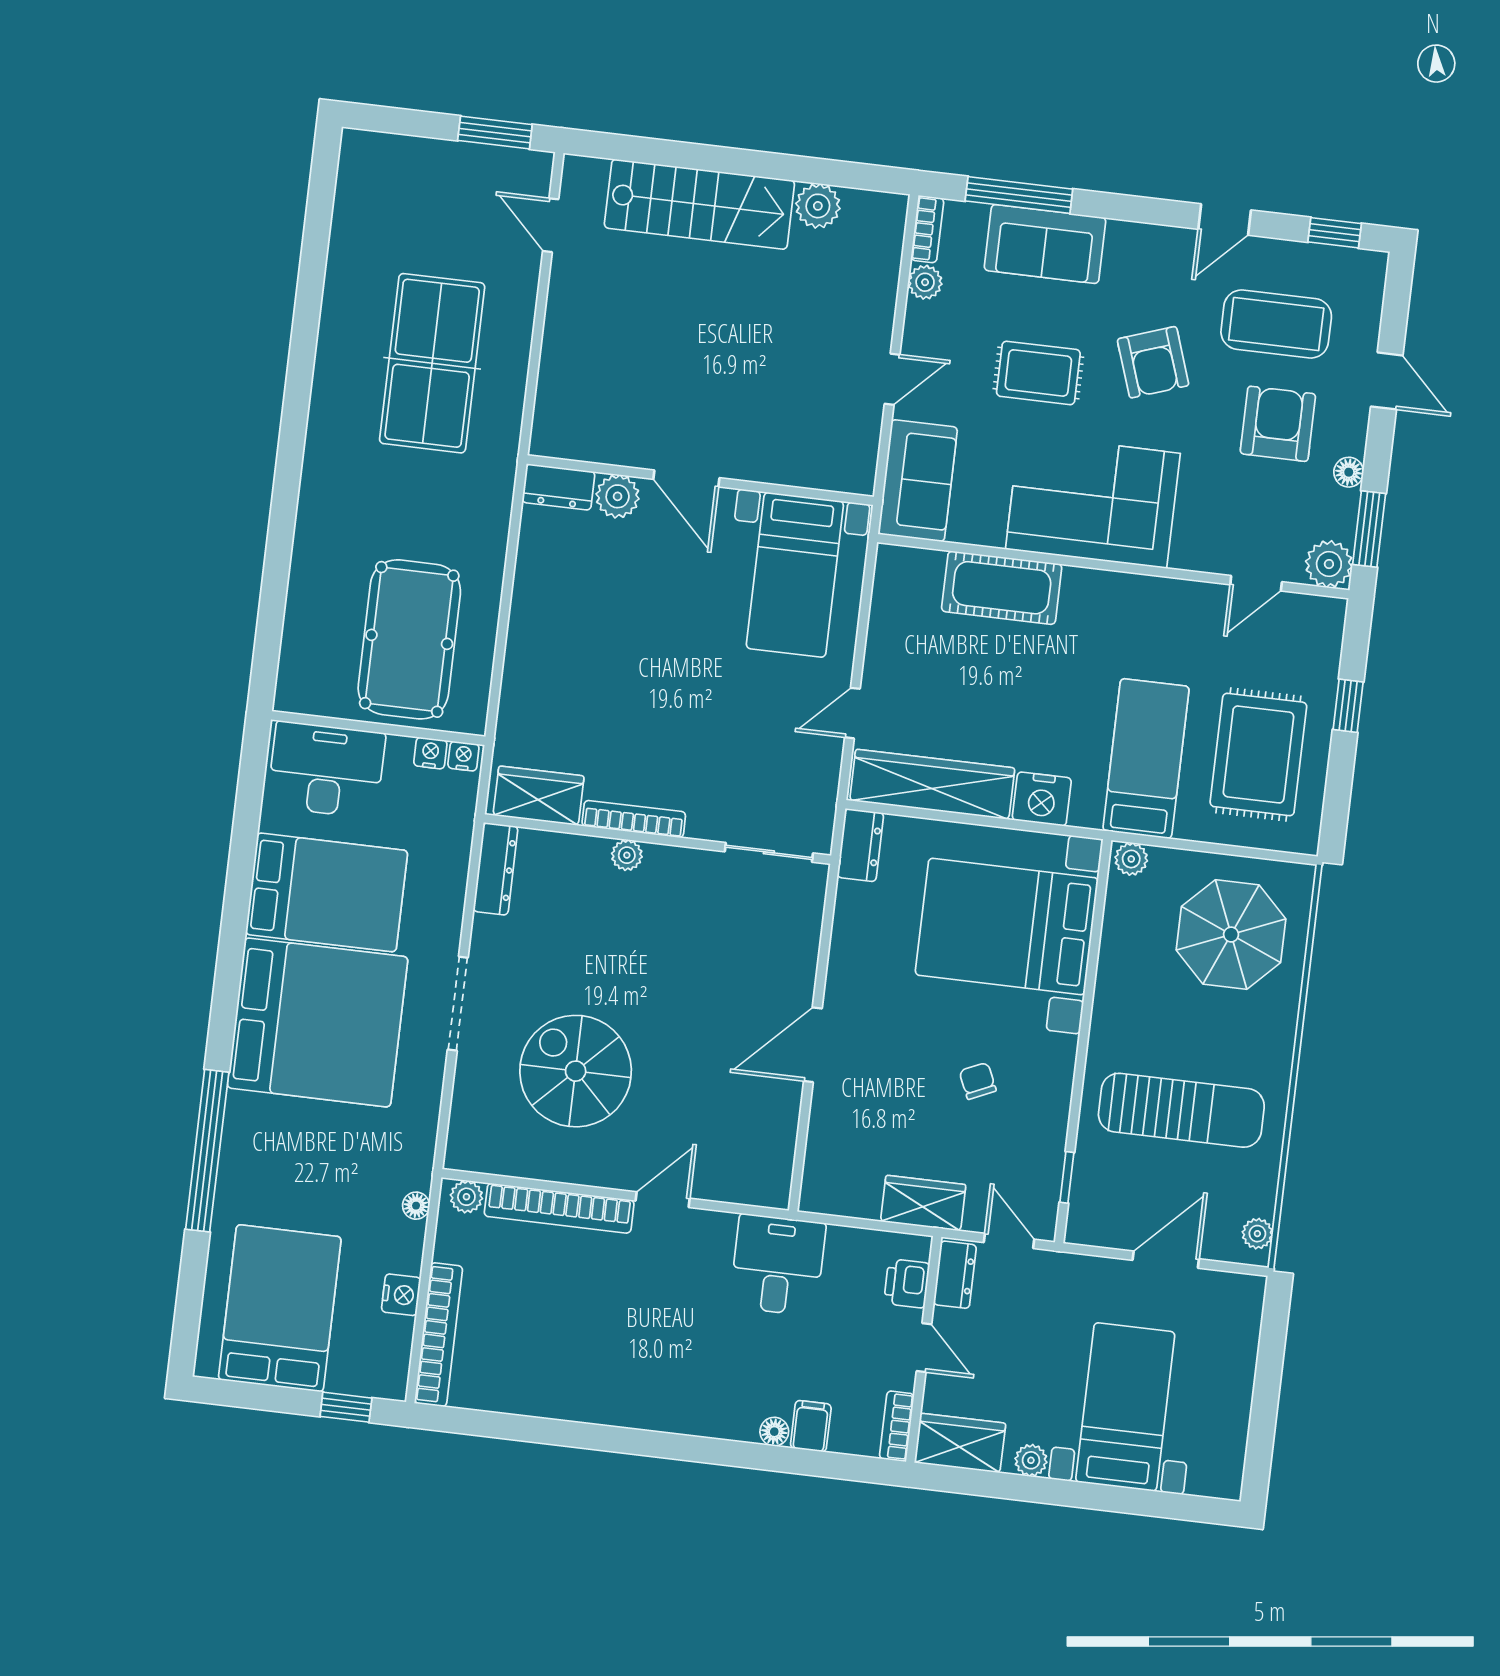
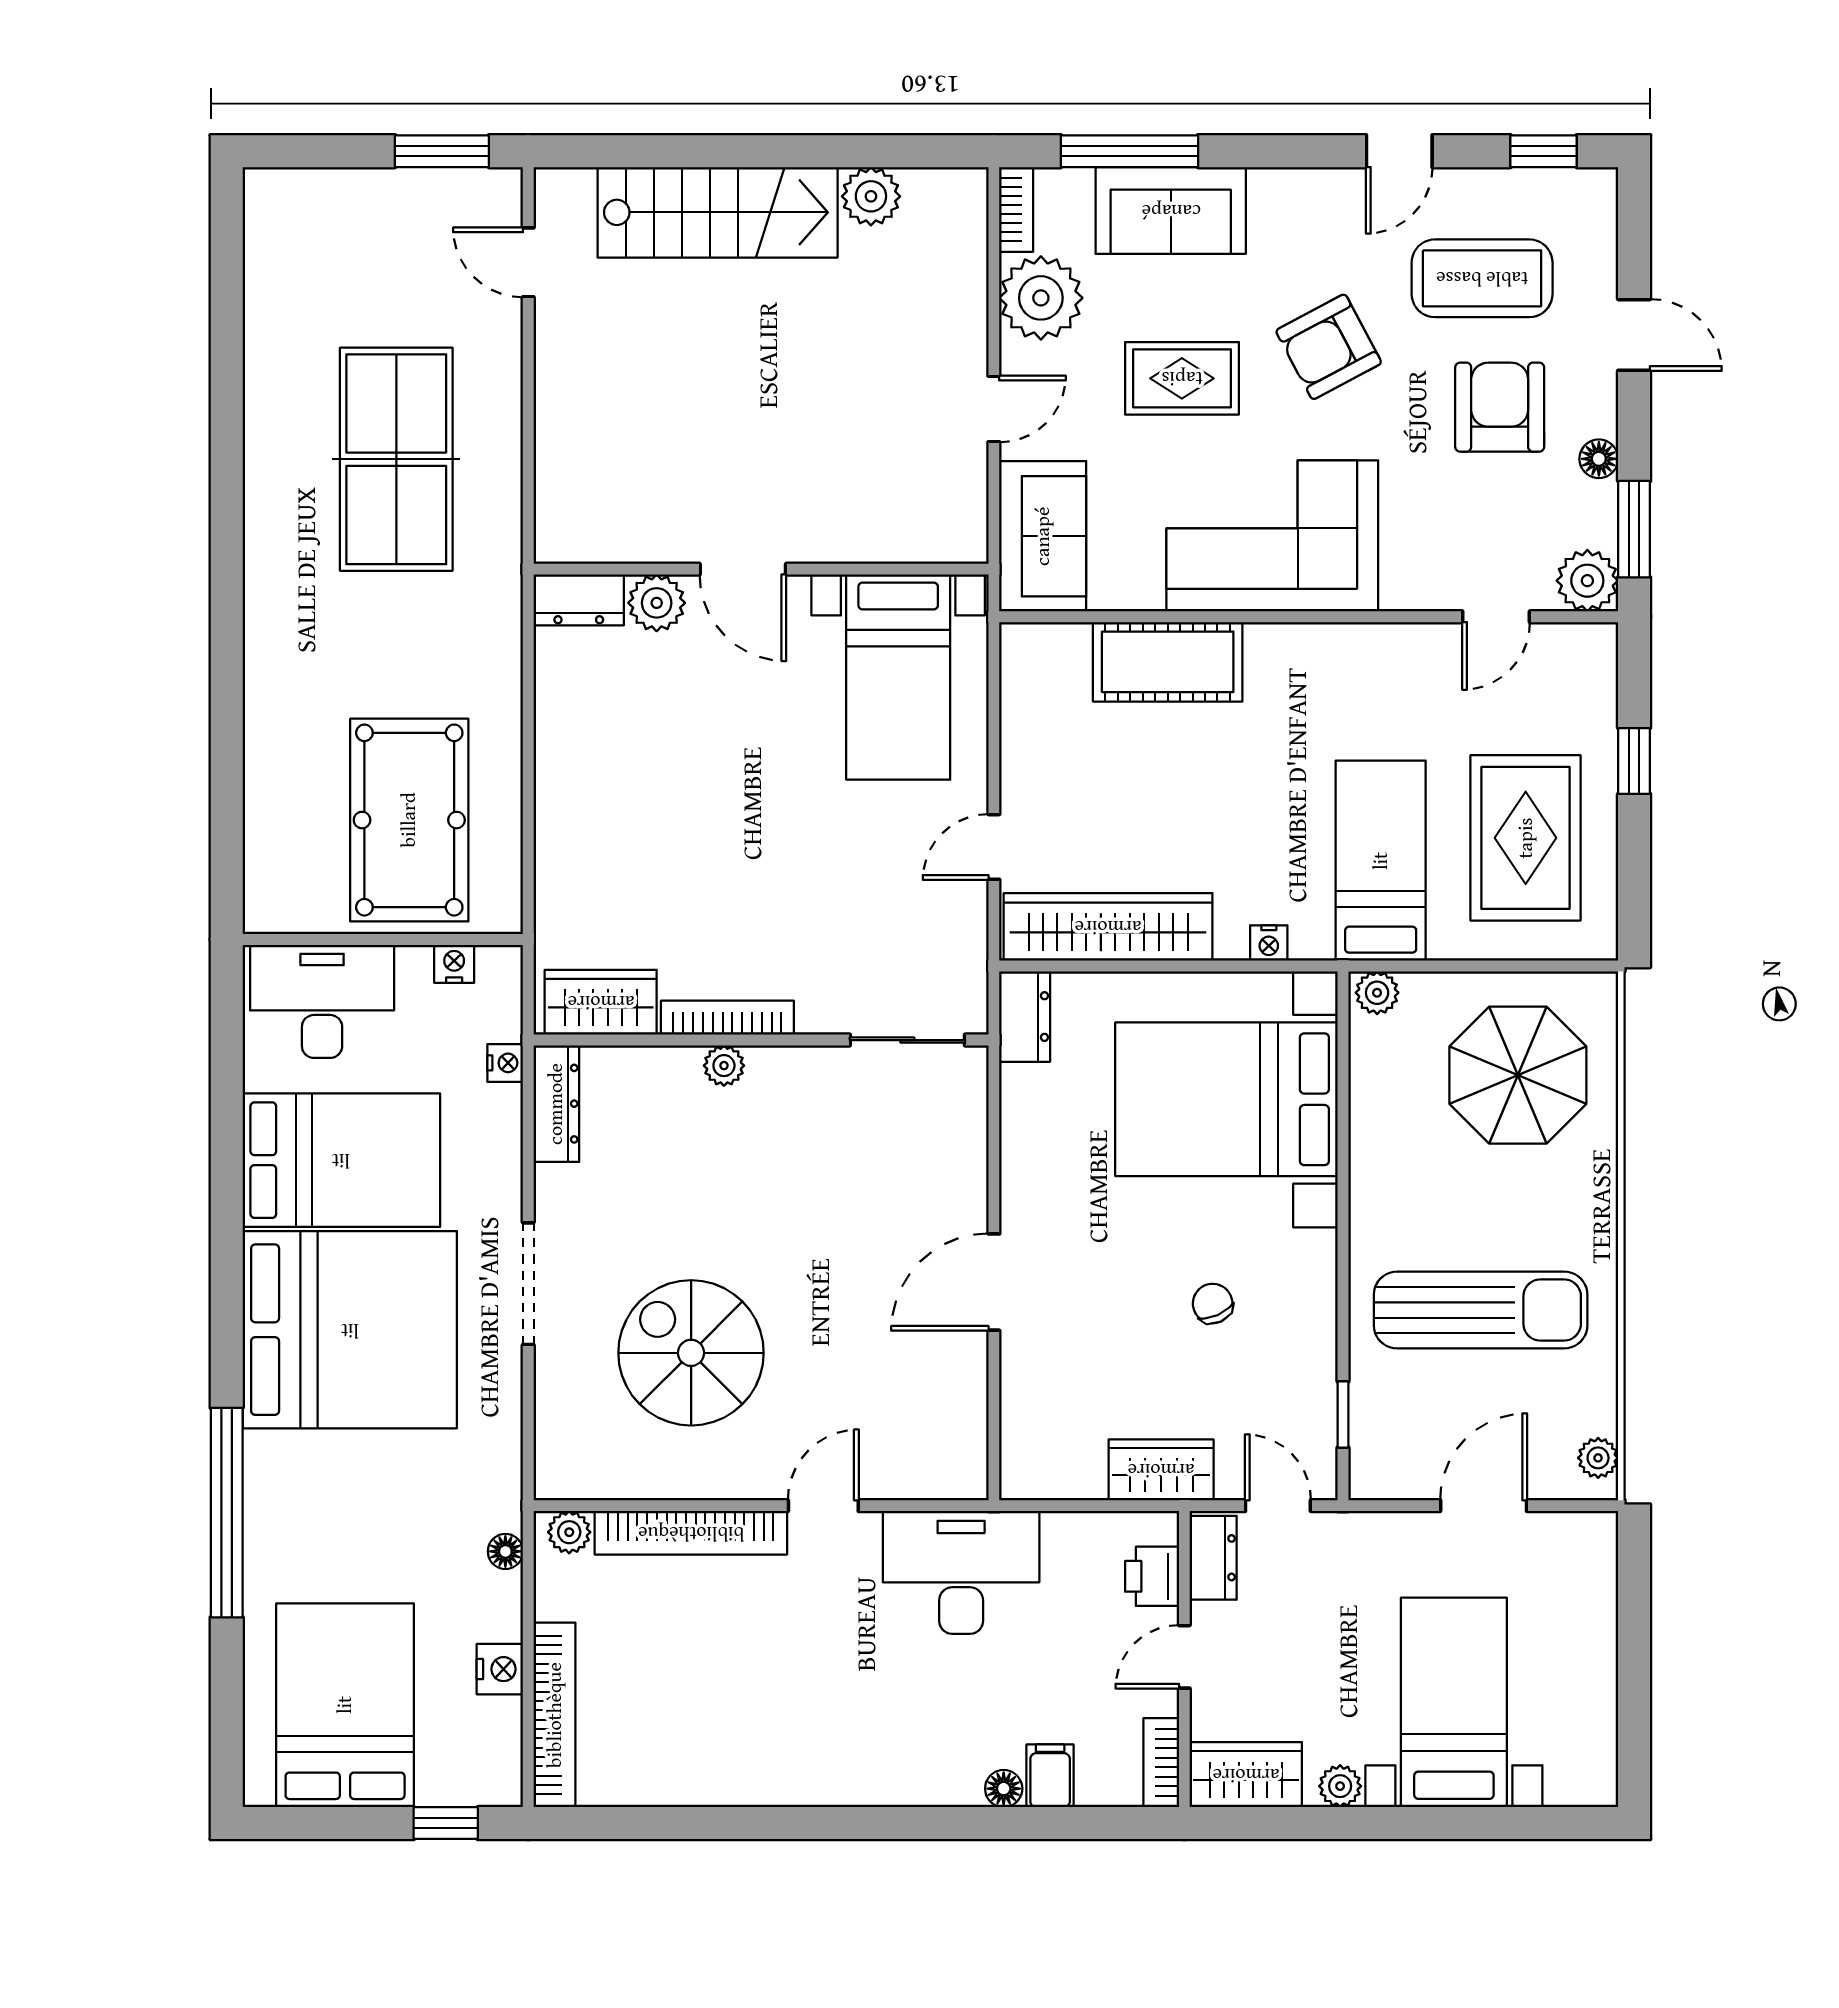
plant: (925, 282) -> (1041, 298), width x1.87, depth x1.87
armchair: (1153, 362) -> (1329, 347), turned 81
nightstand: (463, 756) -> (505, 1063), moved, turned 90
nightstand: (1042, 799) -> (1269, 943), width x0.53, depth x0.56
desk: (778, 1265) -> (961, 1572), width x1.37
door: (924, 1348) -> (1184, 1657), swing flipped

